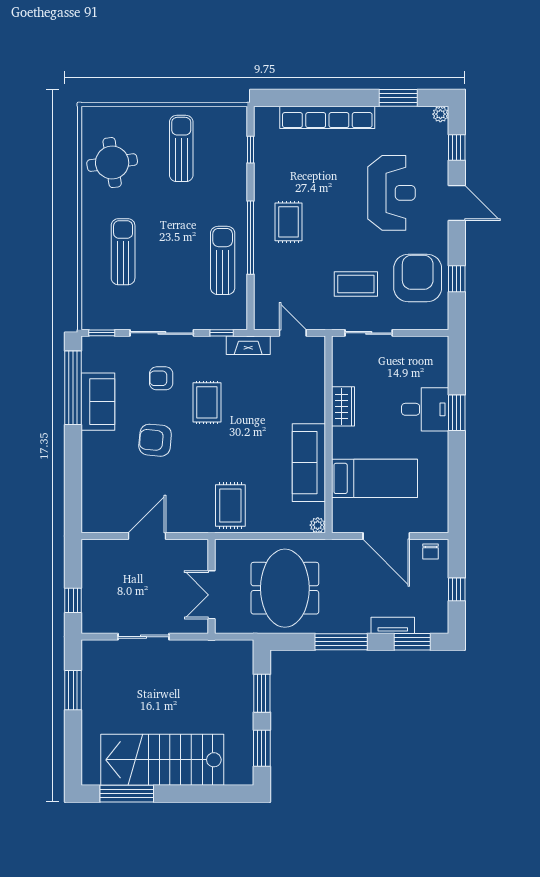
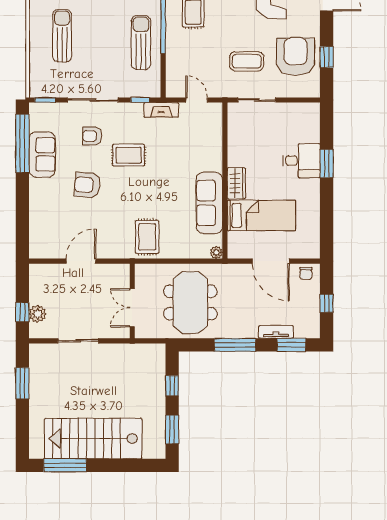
rug: (207, 402) -> (129, 155), turned 90
wardrobe: (343, 406) -> (236, 183), moved
plant: (92, 603) -> (38, 314), added
window: (262, 693) -> (172, 386), width x0.67

